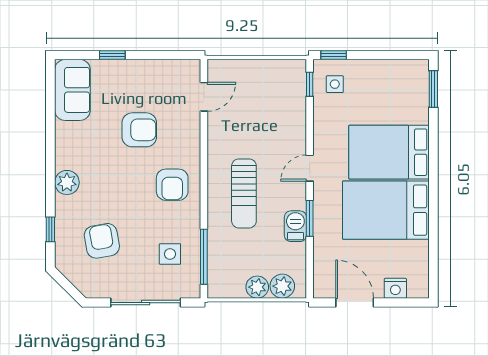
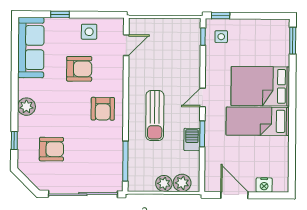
sofa: (72, 90) -> (31, 48), width x1.36
bed: (386, 210) -> (258, 121), width x0.67
armchair: (102, 241) -> (51, 149), turned 100
side table: (170, 254) -> (89, 32), moved
sliding door: (146, 303) -> (83, 194), width x1.36

